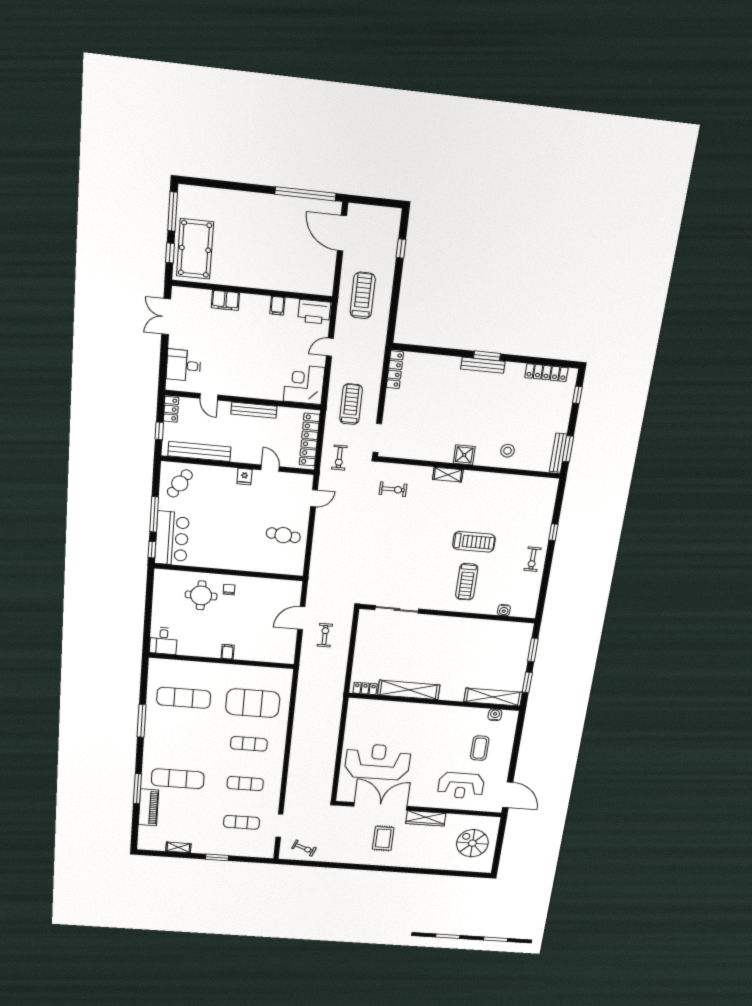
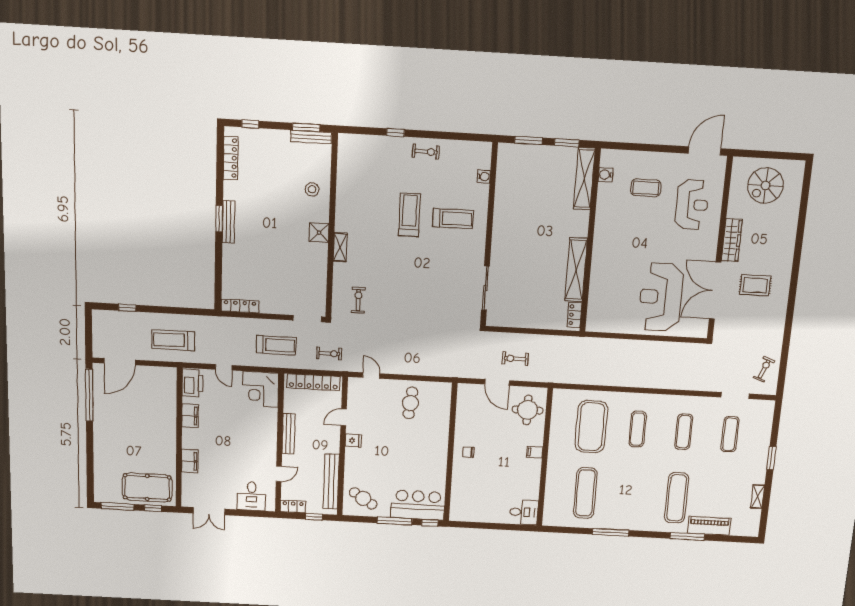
filing cabinet: (277, 306) -> (190, 416), width x2.00
treadmill: (351, 404) -> (276, 345), turned 180
round table: (201, 595) -> (528, 410), moved

